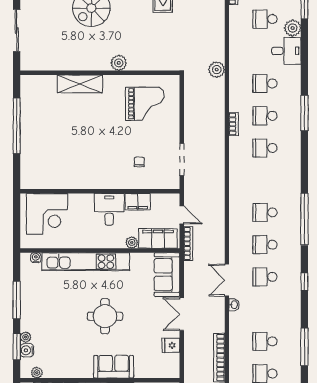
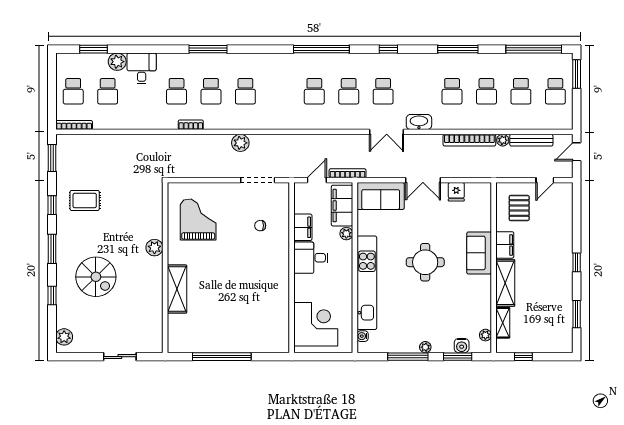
sliding door: (17, 31) -> (120, 357), width x0.73
plant: (217, 70) -> (240, 143), moved
bookcase: (234, 124) -> (191, 125), moved
washbasin: (234, 305) -> (419, 122), width x1.91, depth x1.45
plant: (26, 337) -> (425, 347), moved

